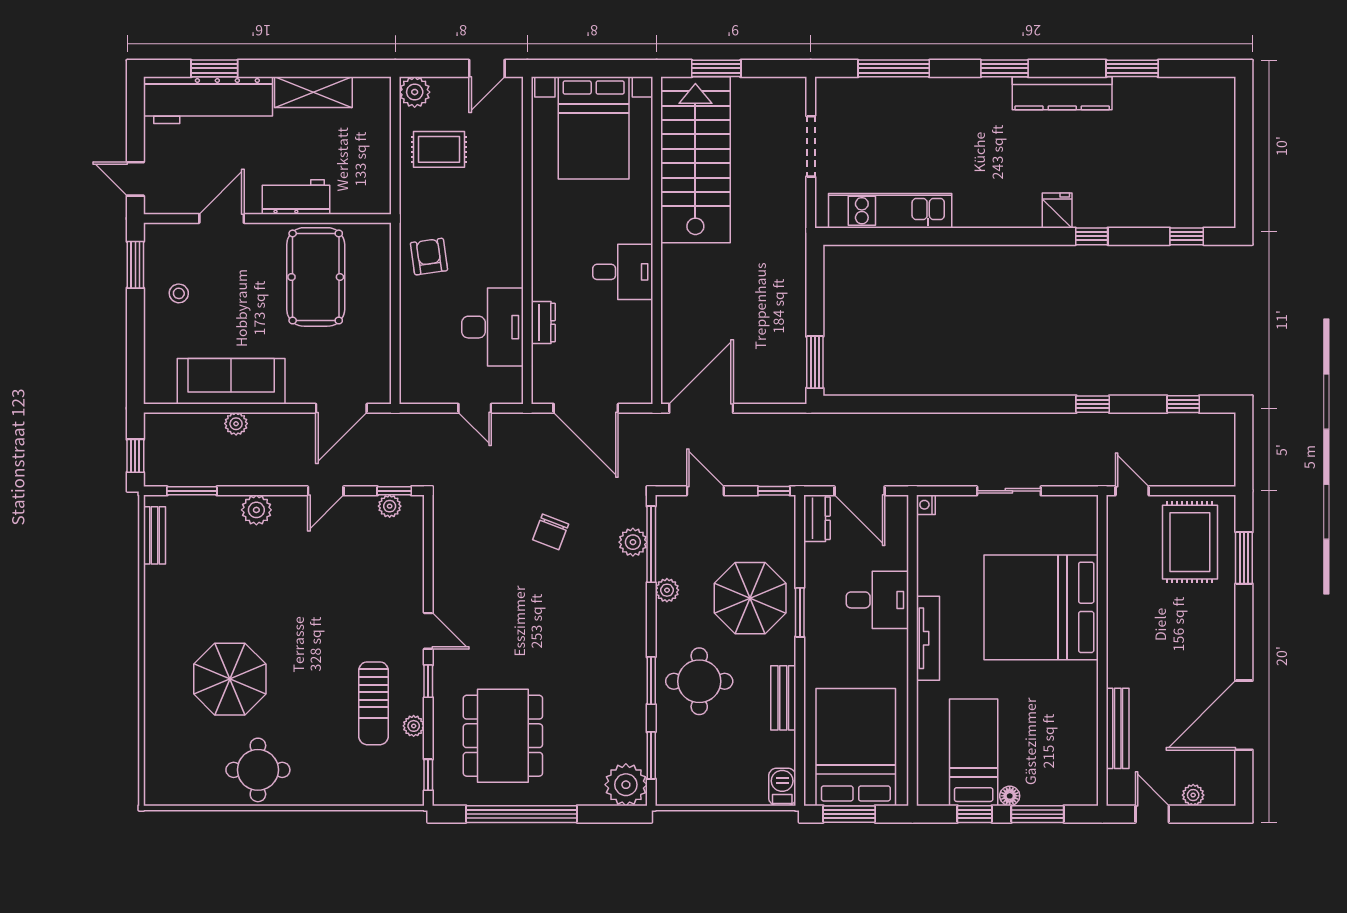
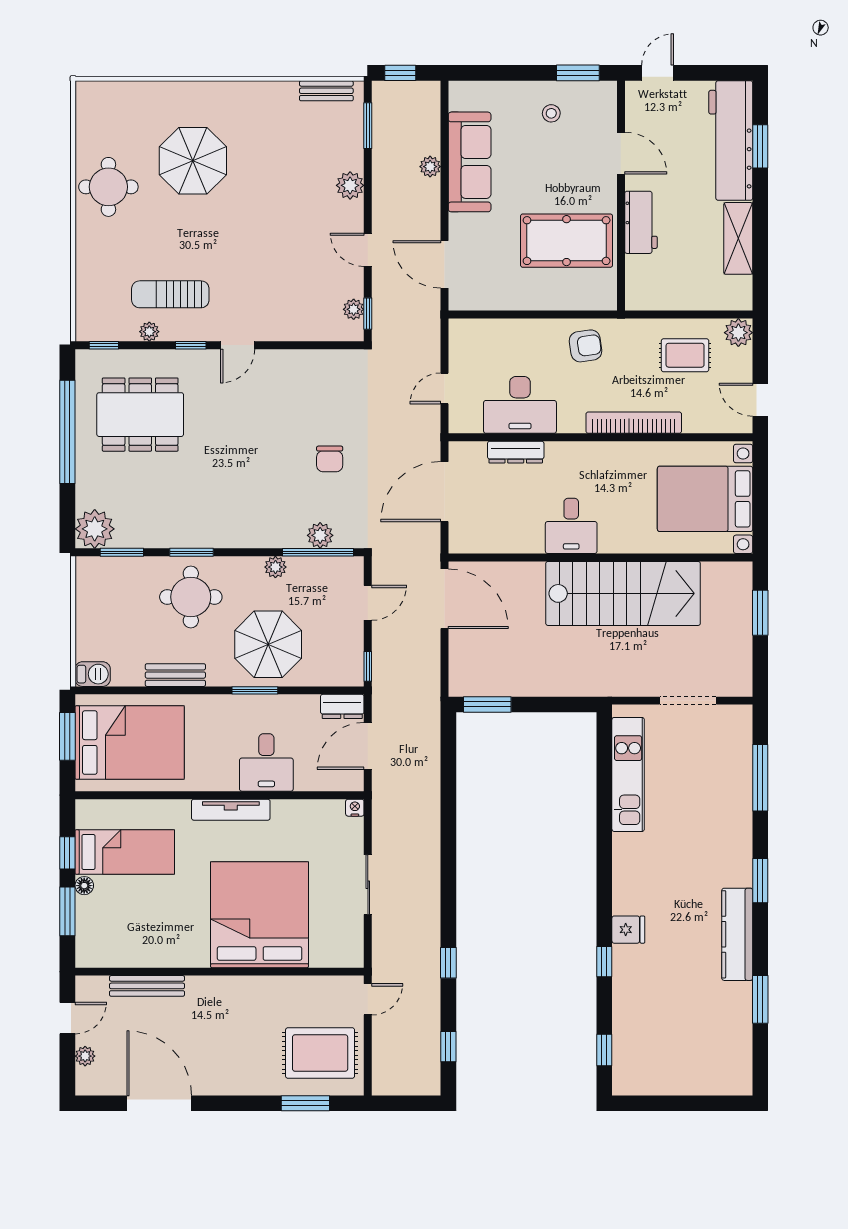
rug: (439, 149) -> (685, 355), turned 90
stairs: (695, 160) -> (623, 593), moved
bookcase: (512, 205) -> (634, 423), added
dresser: (543, 322) -> (516, 452), width x1.44
chair: (551, 532) -> (330, 459), turned -111

